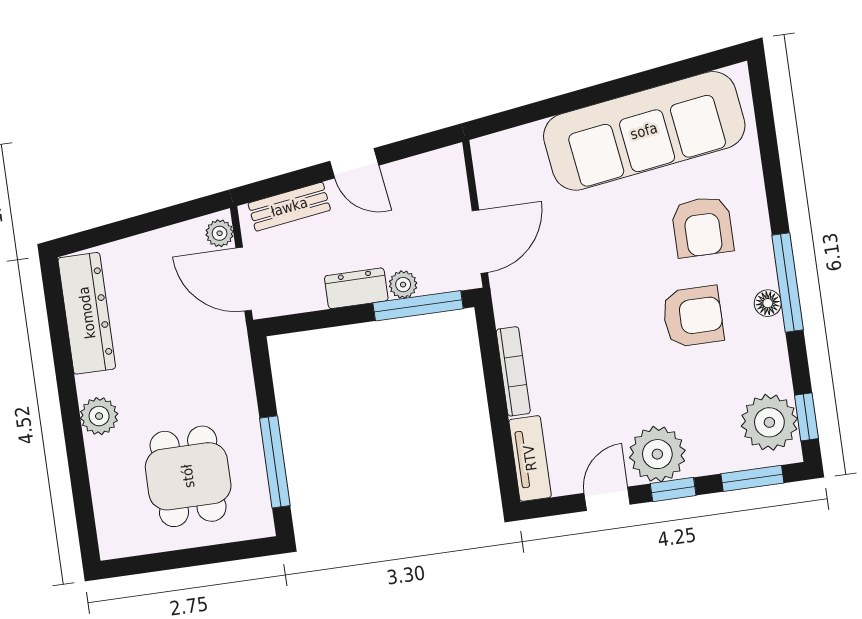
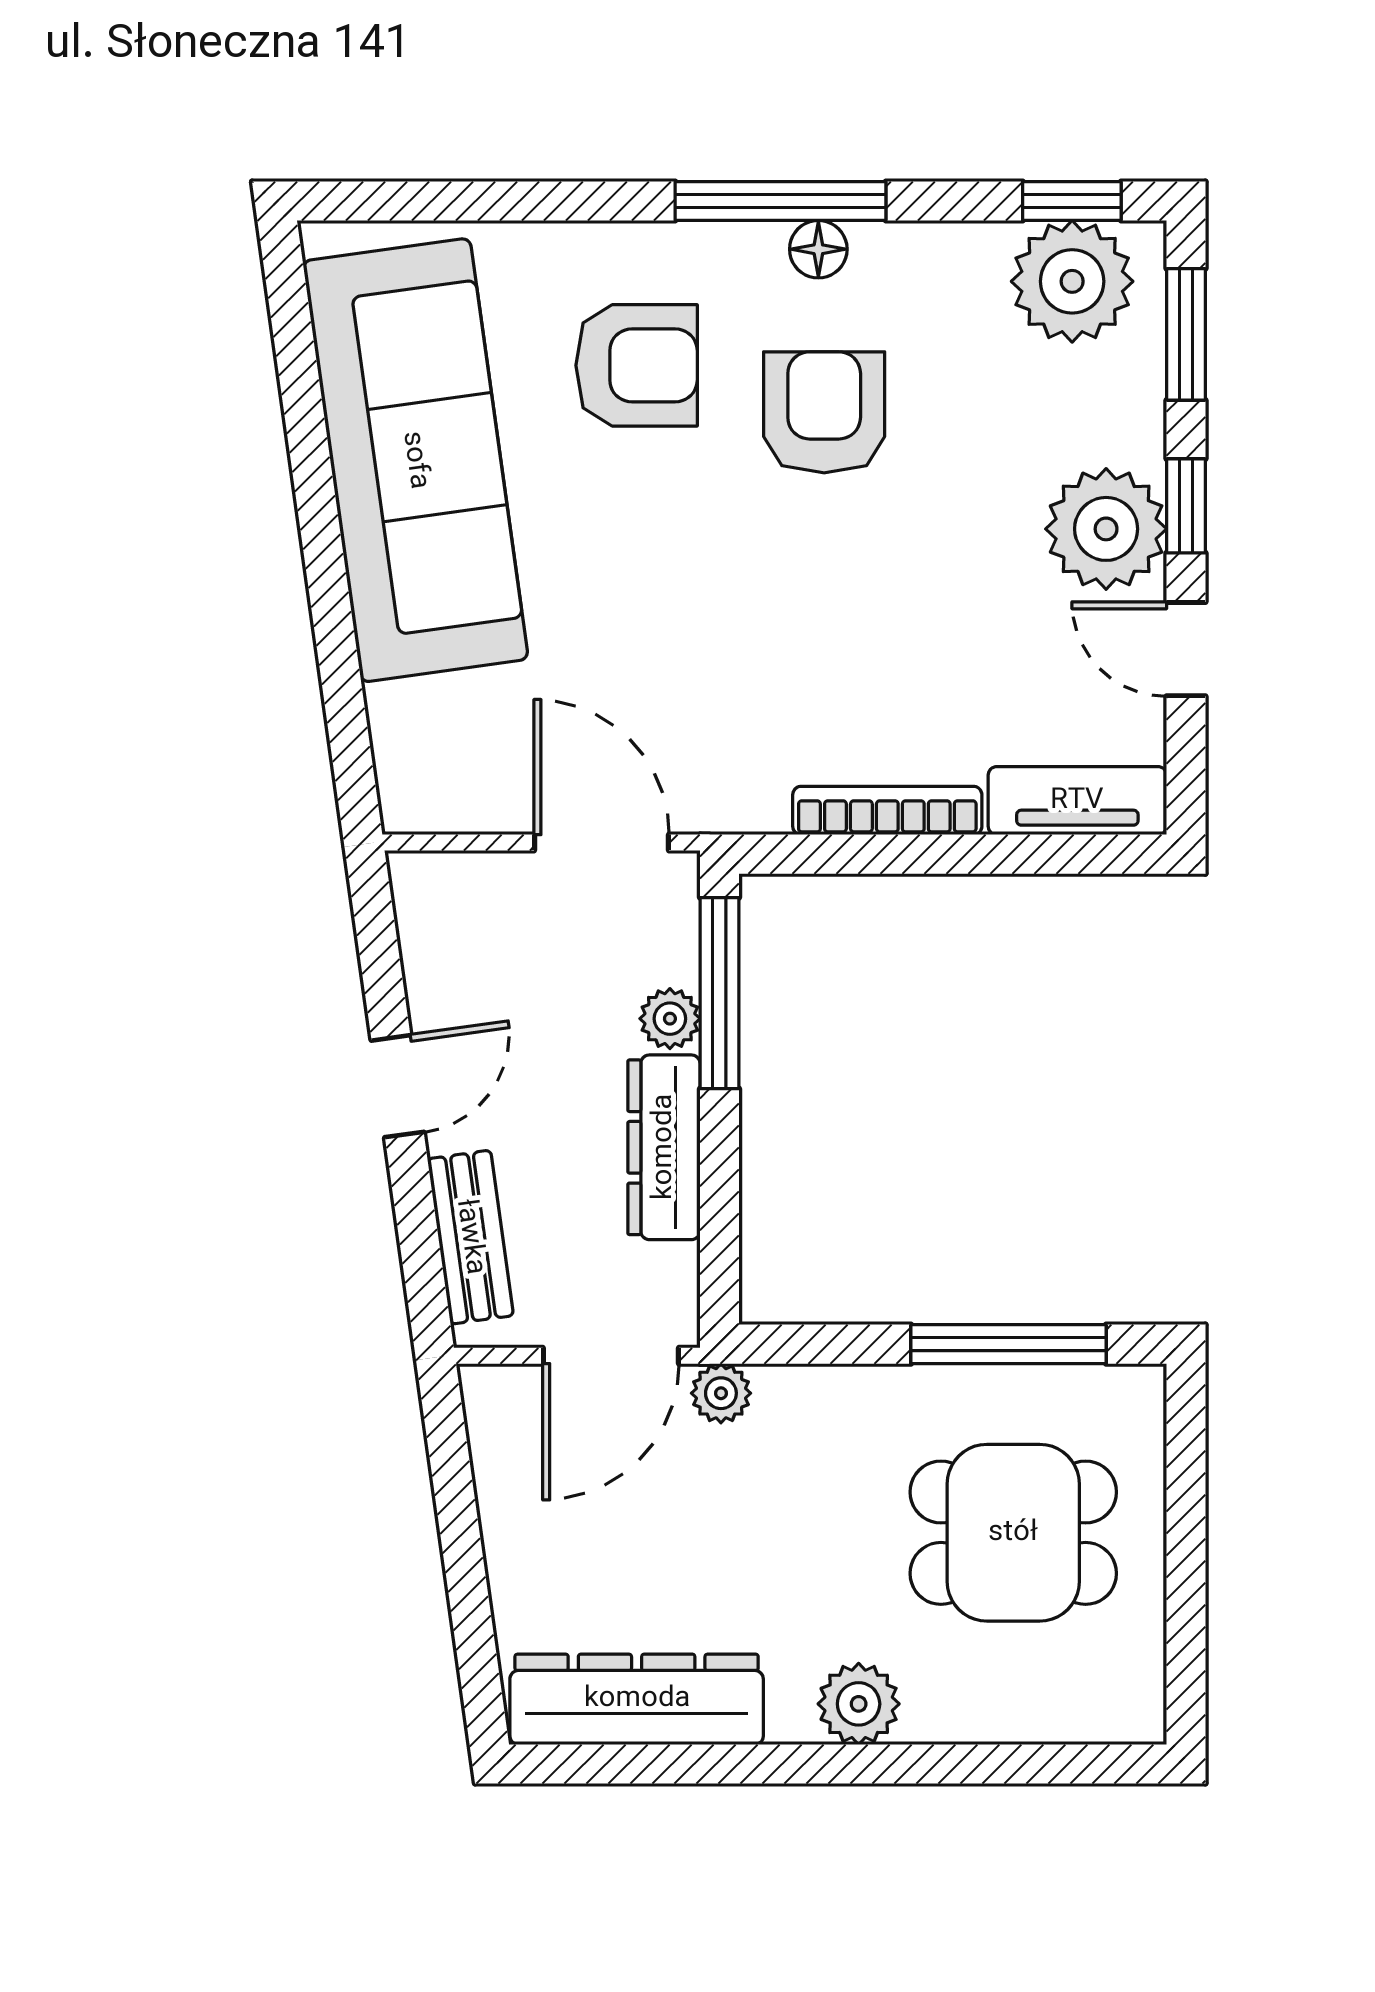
plant: (220, 233) -> (721, 1393), moved
dresser: (356, 288) -> (664, 1147), width x1.44

